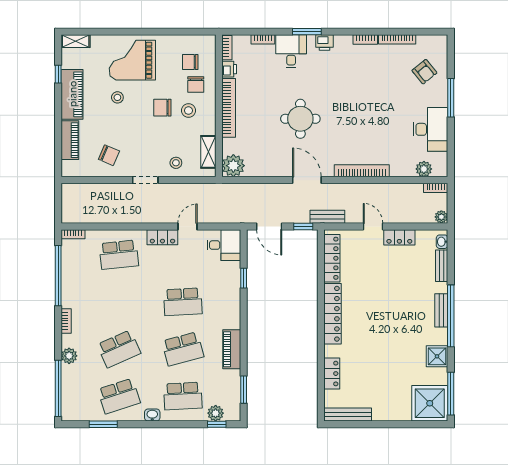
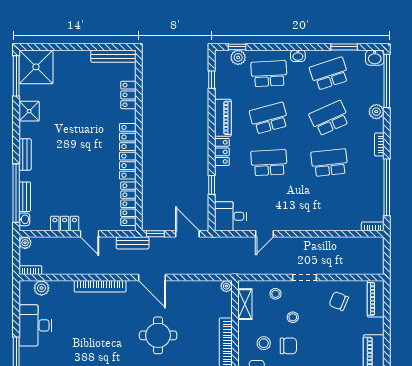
stool: (117, 97) -> (293, 317), moved
piano: (70, 140) -> (376, 299), moved
plant: (233, 166) -> (226, 286), width x0.53, depth x0.53
locker: (162, 237) -> (222, 152), moved, turned 90
school desk: (119, 255) -> (329, 163), moved
window: (451, 316) -> (16, 193), moved
window: (244, 390) -> (212, 80), width x0.67
washbasin: (71, 413) -> (375, 58), added

